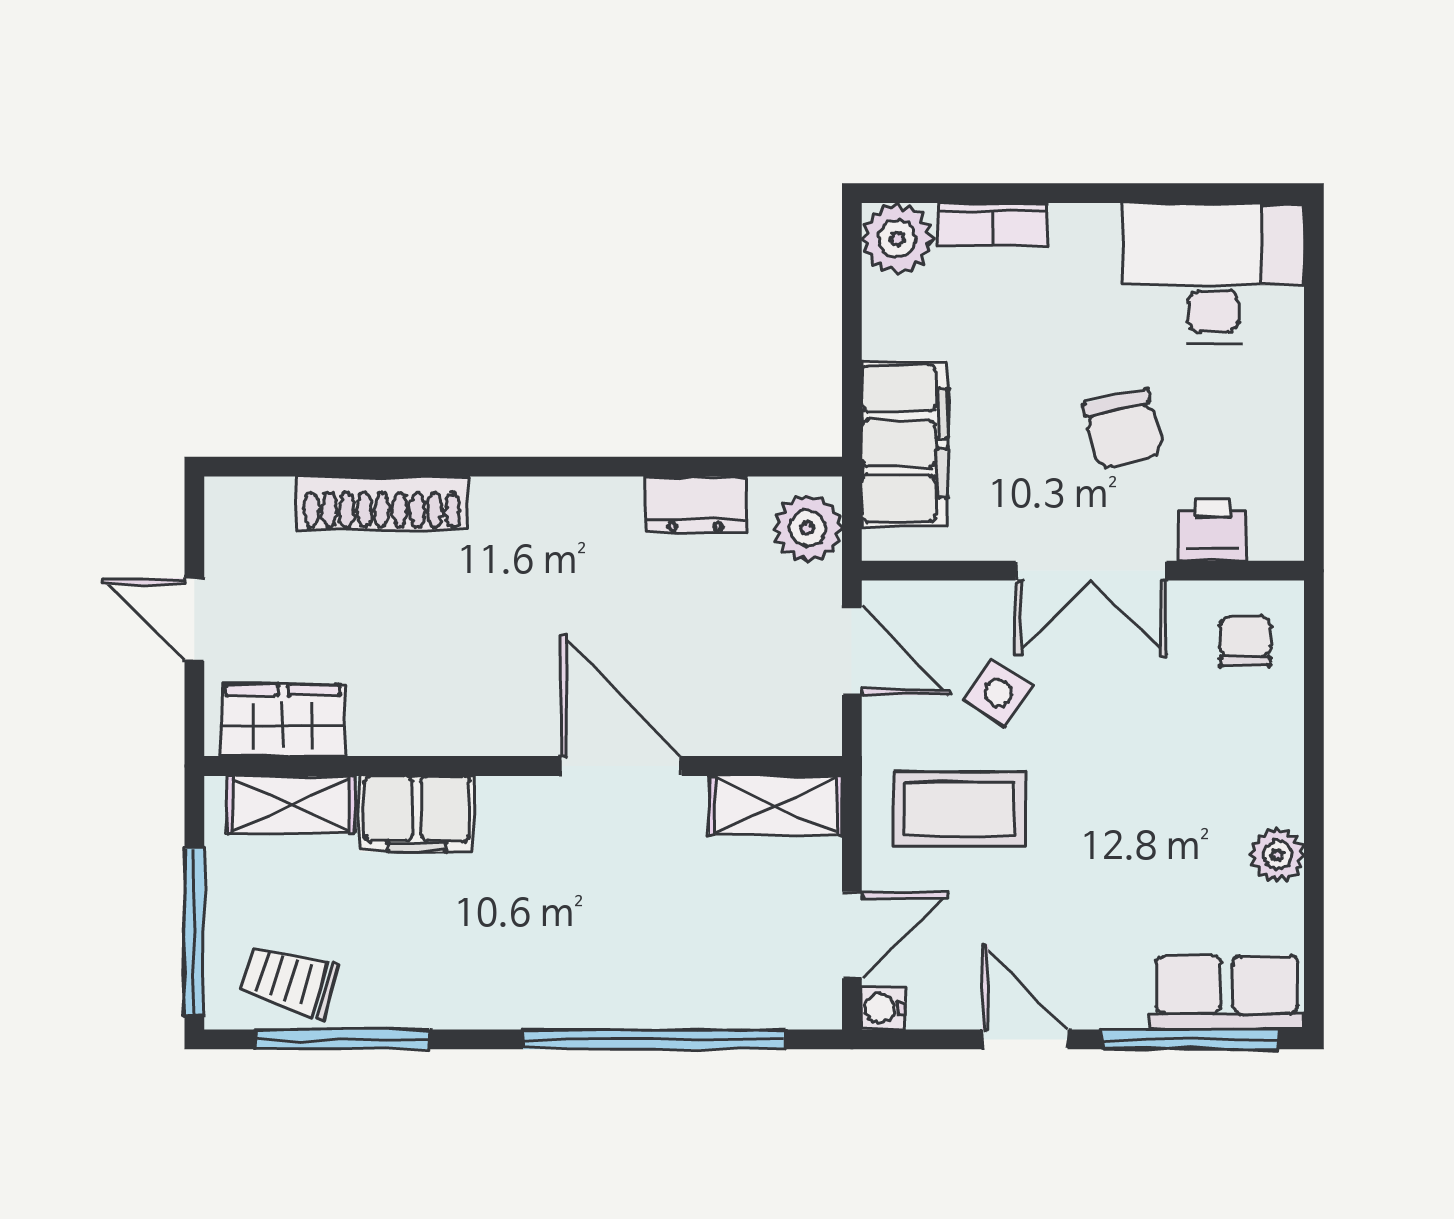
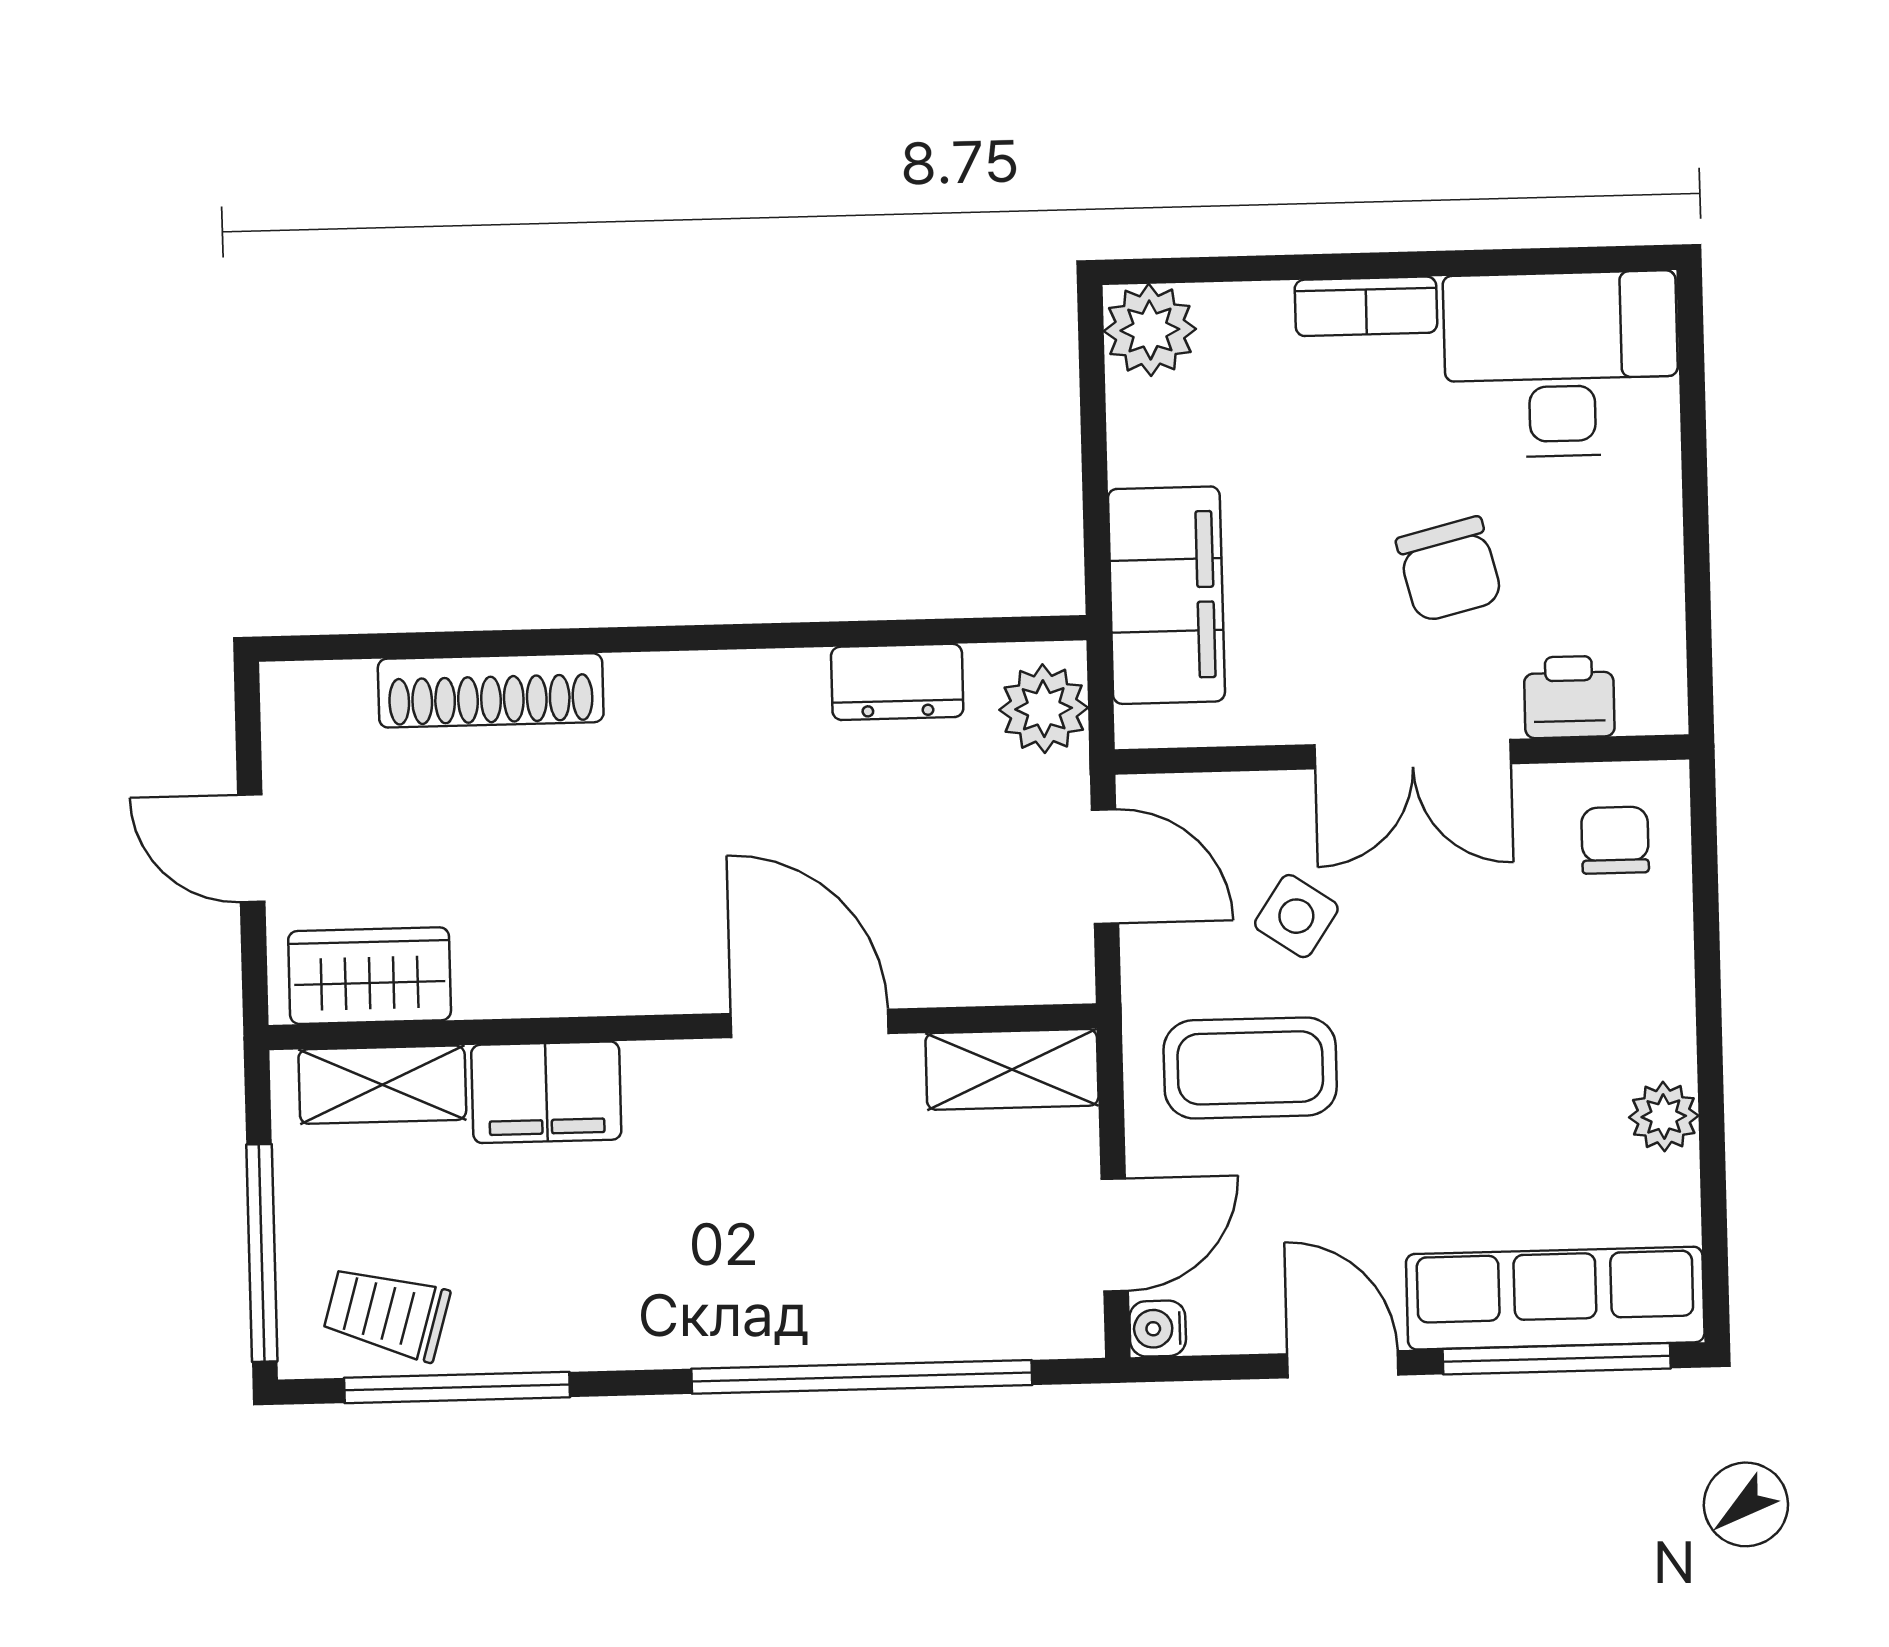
bookcase: (993, 225) -> (1366, 306), moved
row of seats: (1227, 993) -> (1555, 1298), width x1.48

